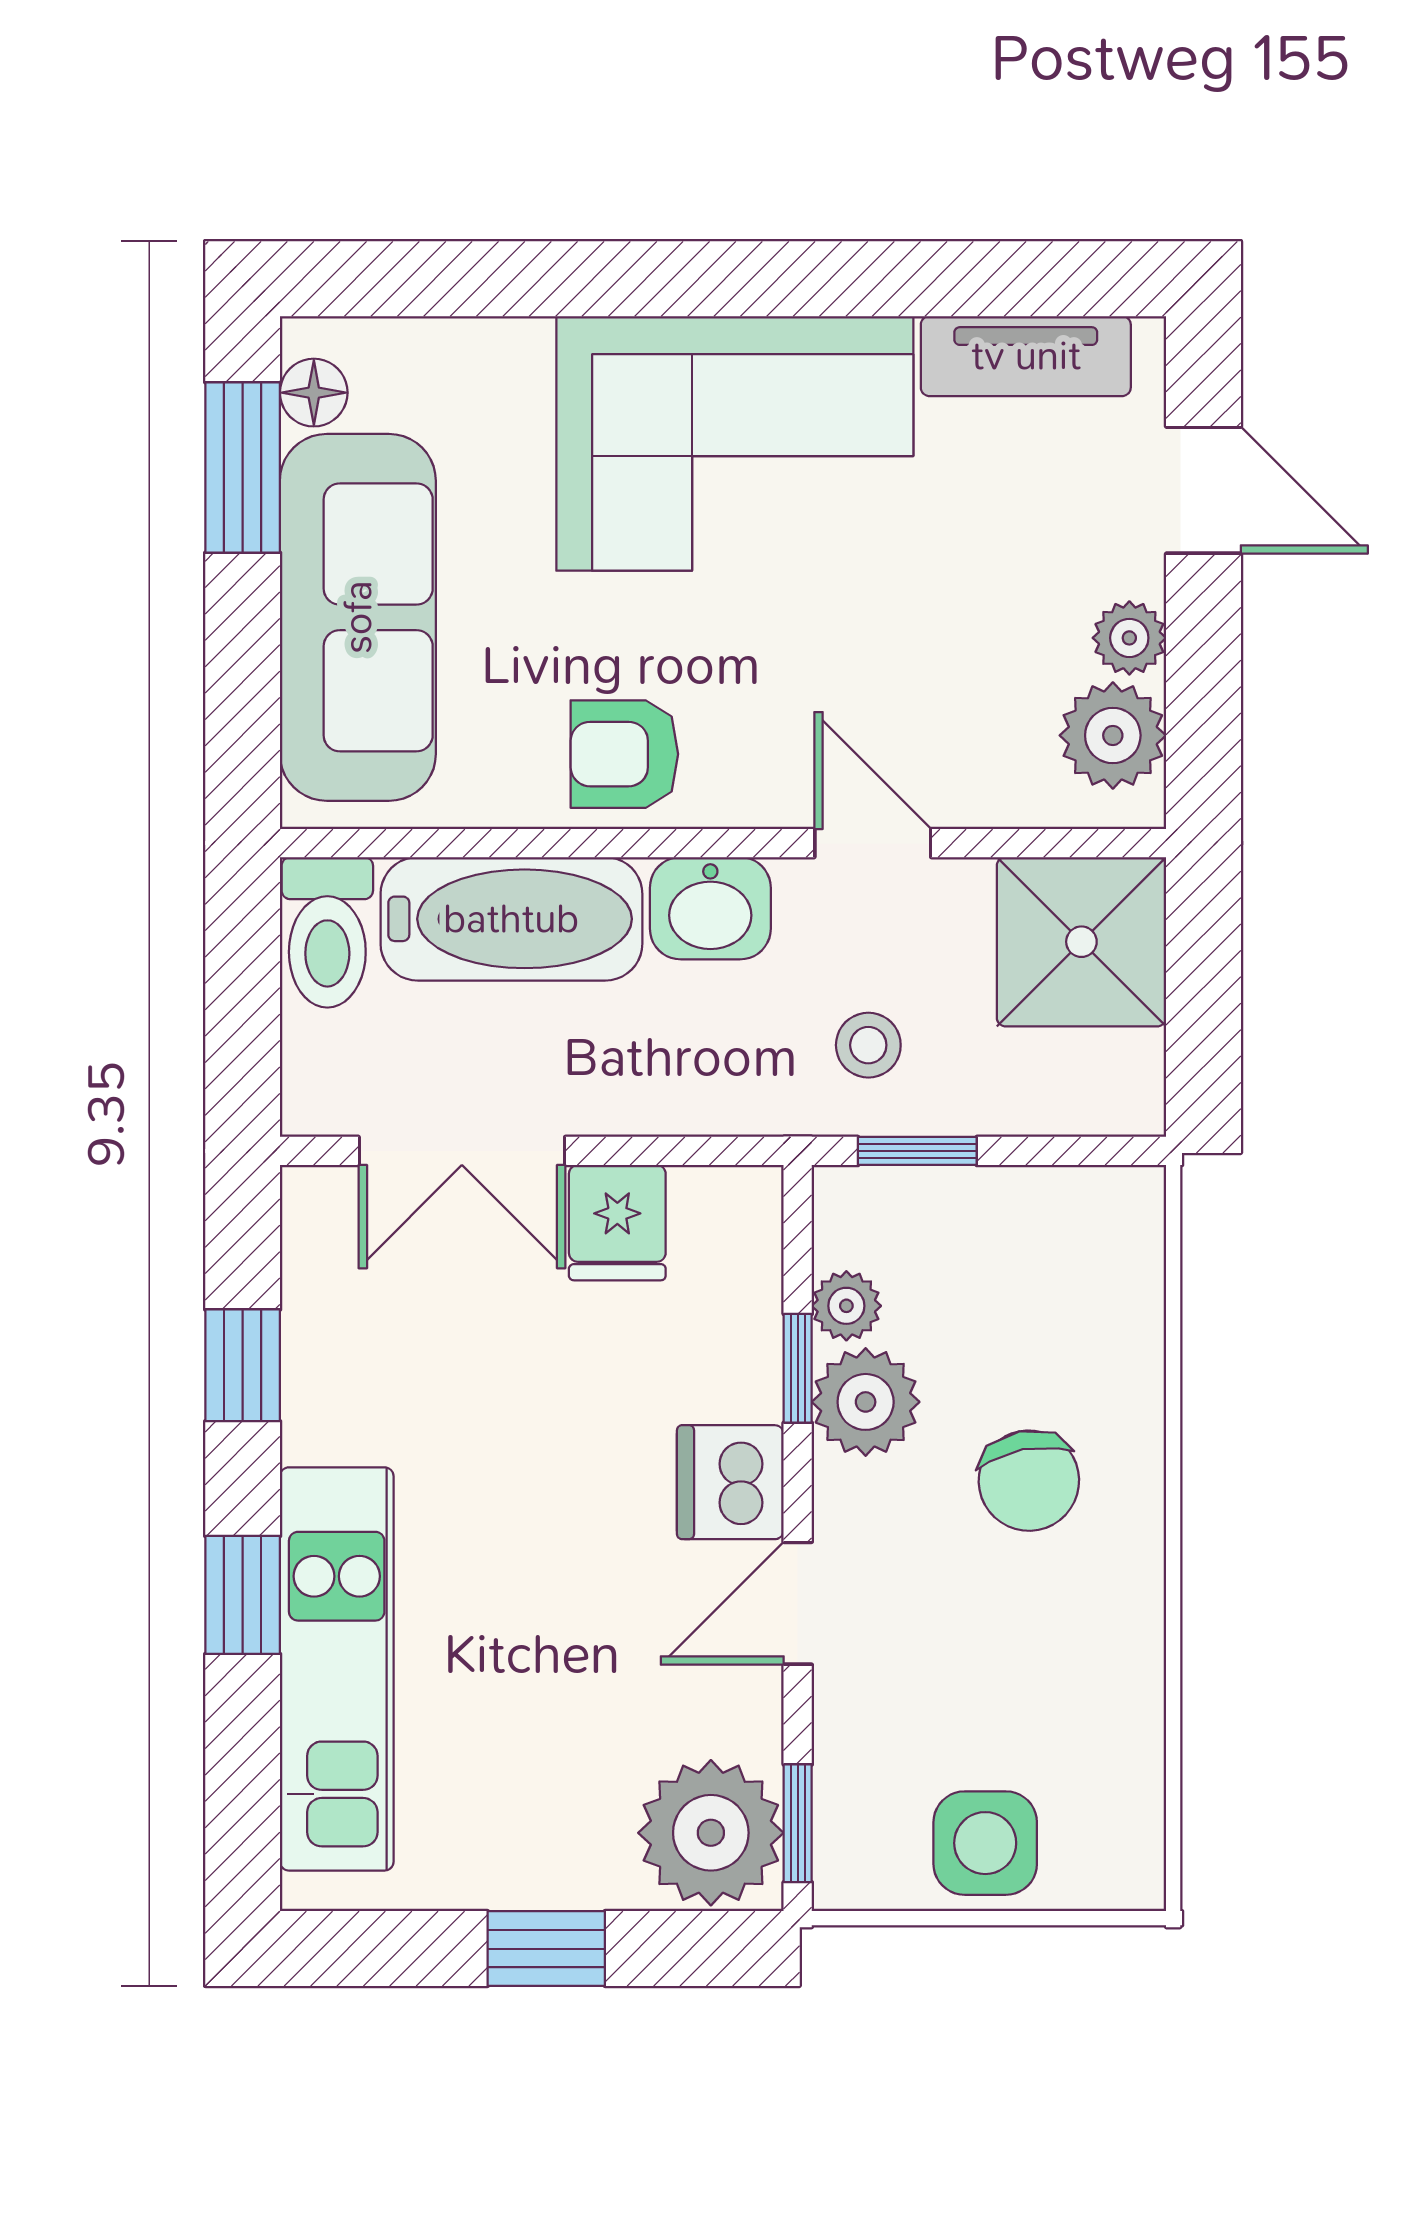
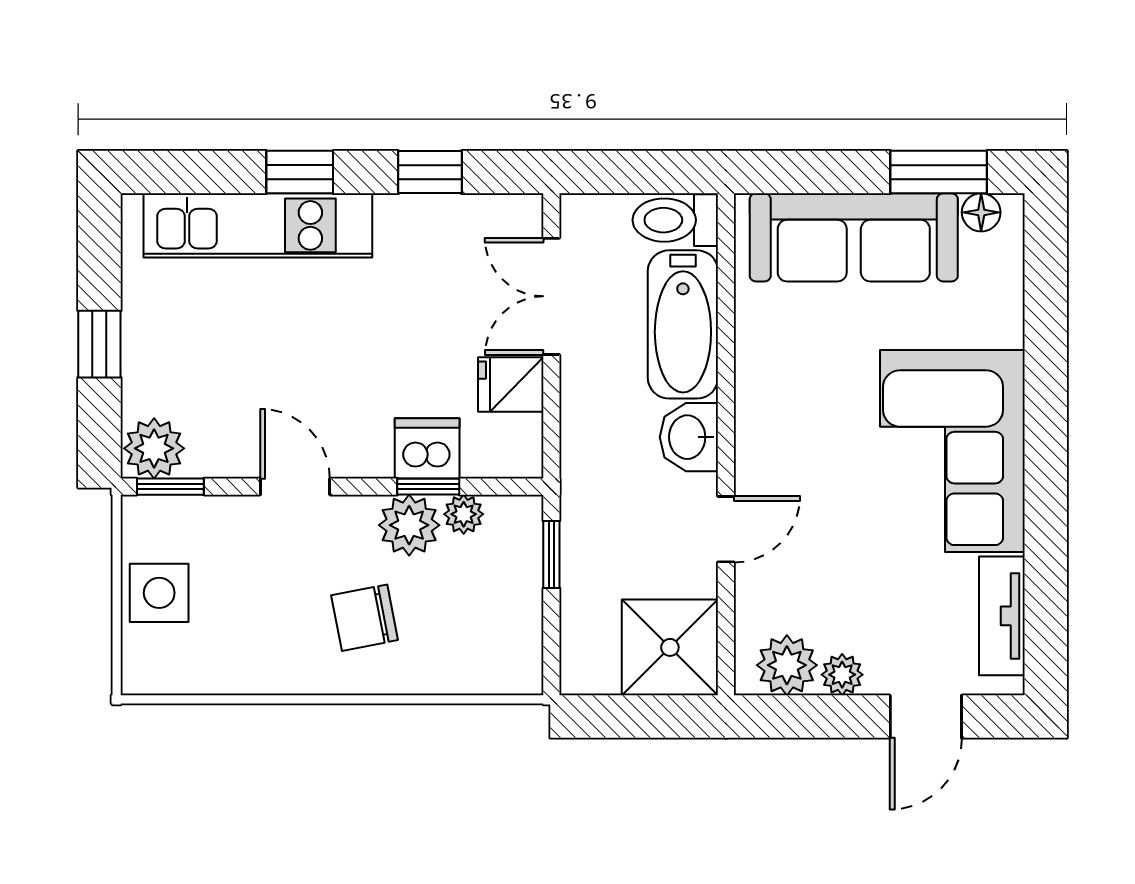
armchair: (624, 754) -> (776, 388), removed
stool: (868, 1045) -> (611, 527), removed
dishwasher: (730, 1482) -> (427, 448), moved
plant: (711, 1833) -> (154, 448), width x0.73, depth x0.73

